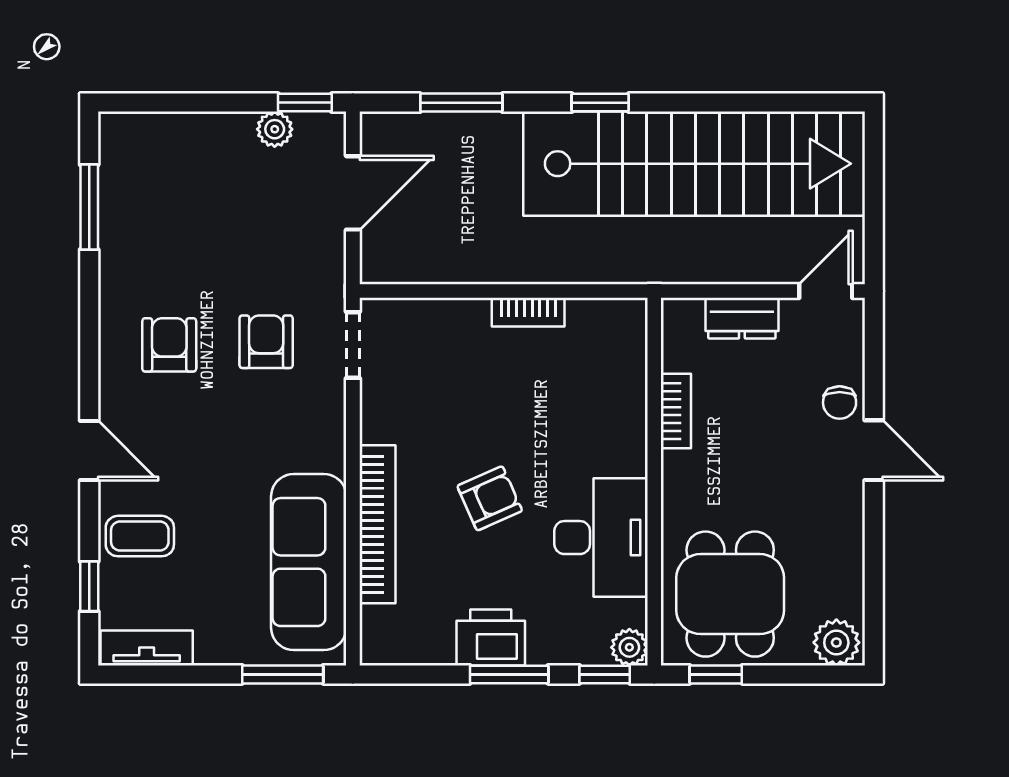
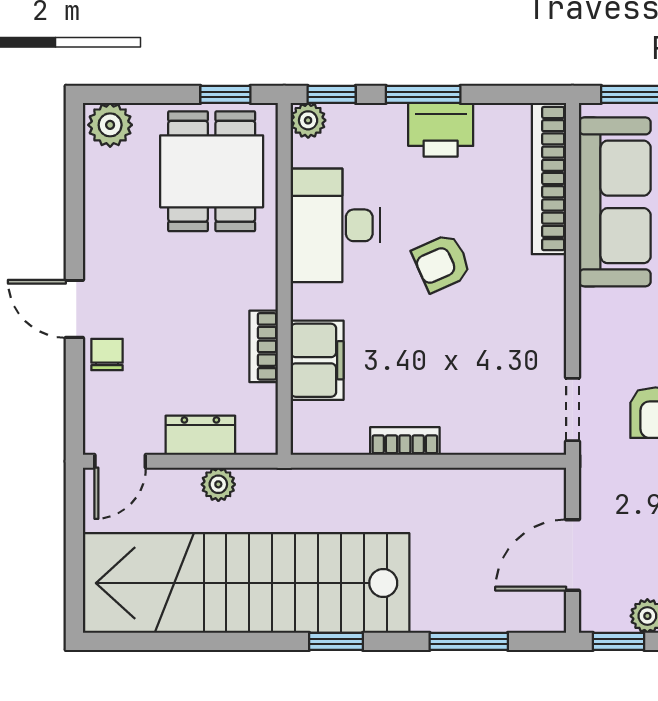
plant: (723, 267) -> (218, 484), added
filing cabinet: (620, 396) -> (317, 360), added
bookcase: (377, 524) -> (549, 179), moved

